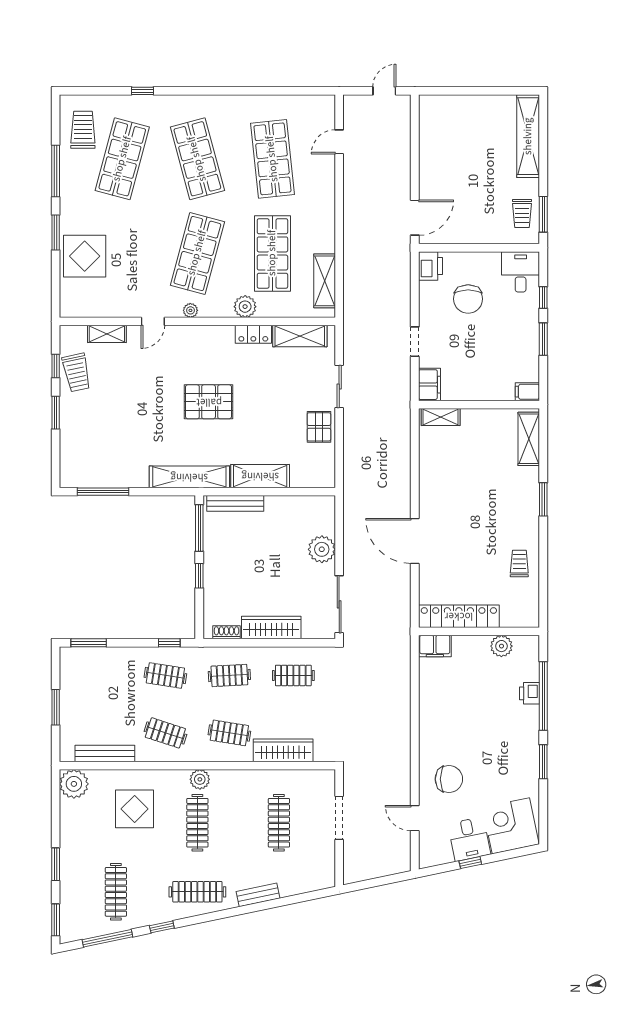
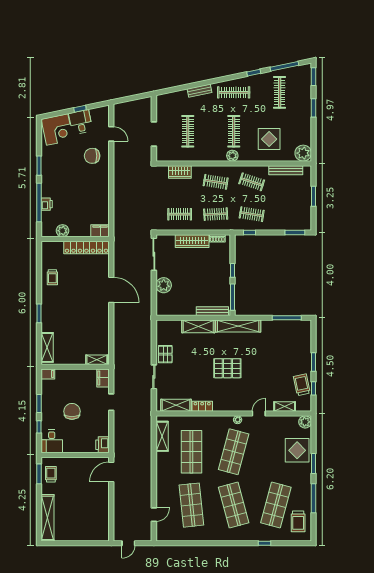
chair: (468, 299) -> (72, 411), moved
plant: (245, 307) -> (305, 422), moved
wardrobe: (283, 750) -> (180, 172), width x0.67

